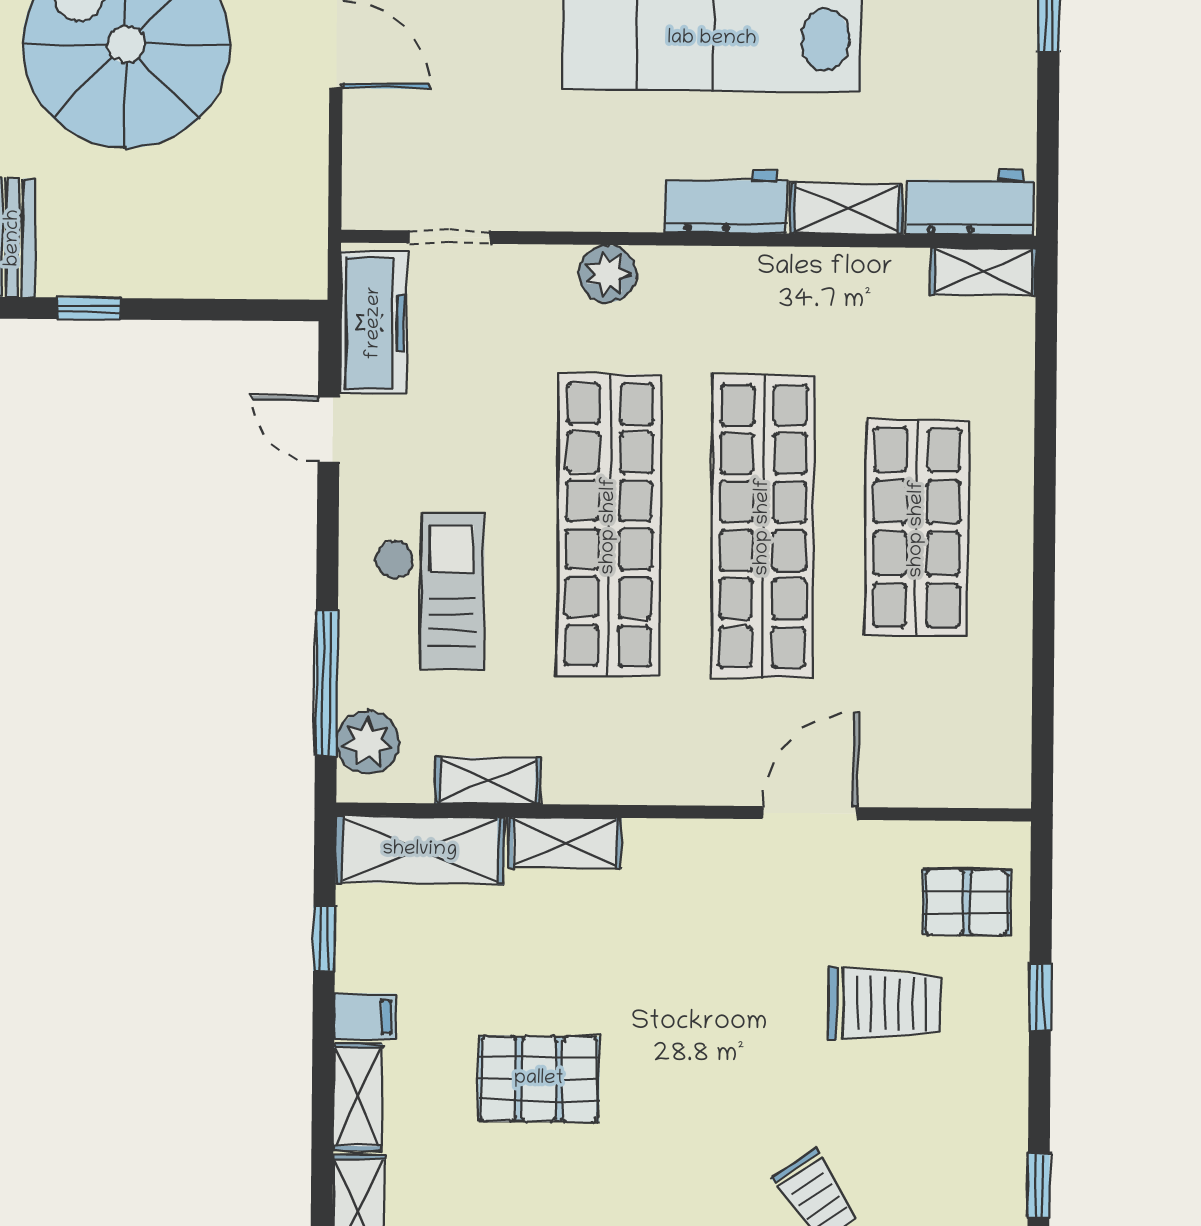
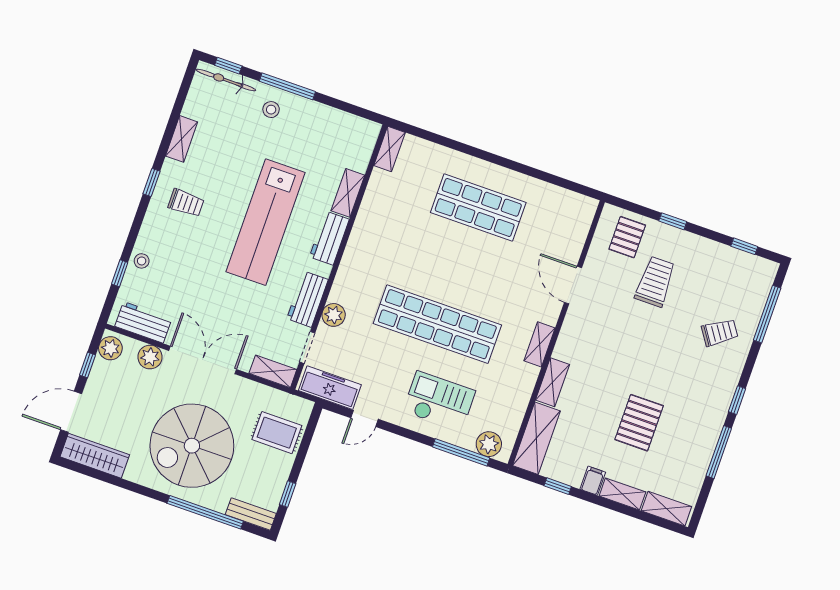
shelving: (366, 175) -> (273, 371), added
workbench: (970, 202) -> (307, 299), moved
rug: (225, 234) -> (277, 433), added
plant: (608, 274) -> (334, 315), moved
shop shelf: (763, 526) -> (458, 266), removed
shelving: (488, 780) -> (540, 344), moved

